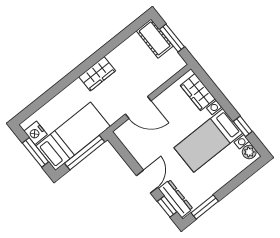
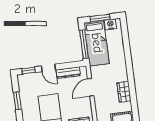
wardrobe: (97, 74) -> (124, 92), moved
dresser: (176, 199) -> (68, 73), moved
window: (205, 207) -> (17, 101), moved

